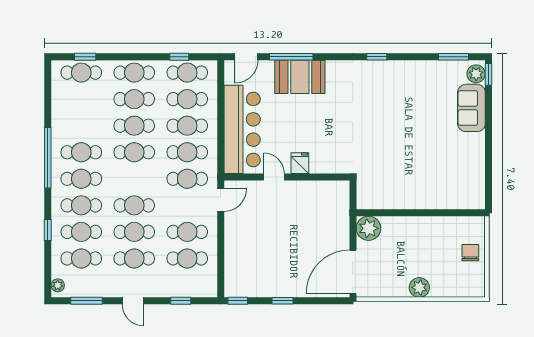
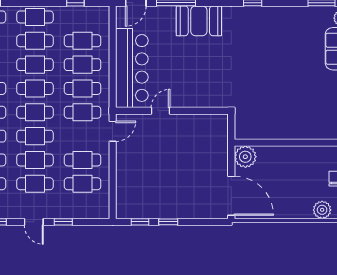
cafe table: (187, 73) -> (35, 112), moved
booth: (300, 77) -> (199, 21), moved
fridge: (300, 163) -> (184, 98), removed
door: (274, 177) -> (161, 111), hinge flipped
door: (353, 272) -> (231, 196), swing flipped
plant: (419, 287) -> (322, 210), moved
window: (181, 301) -> (63, 222), moved
window: (238, 301) -> (140, 222), moved

